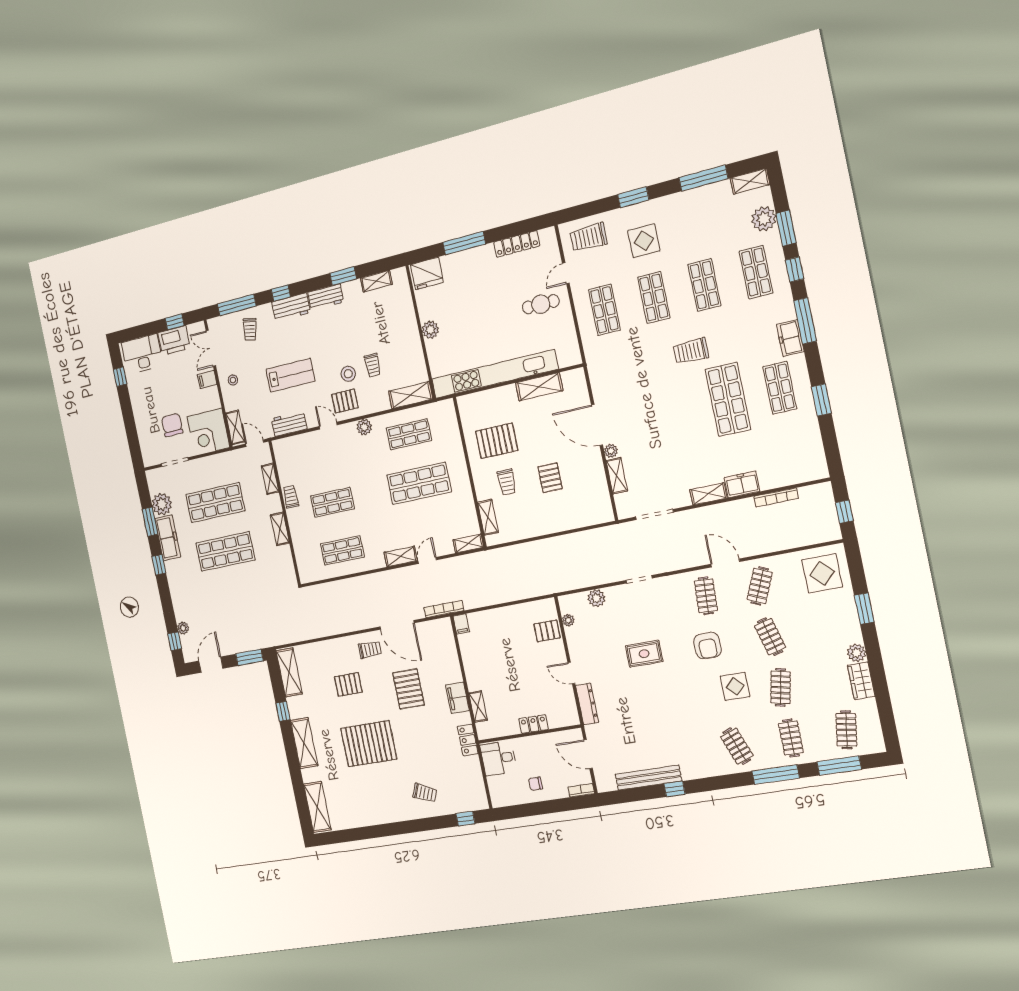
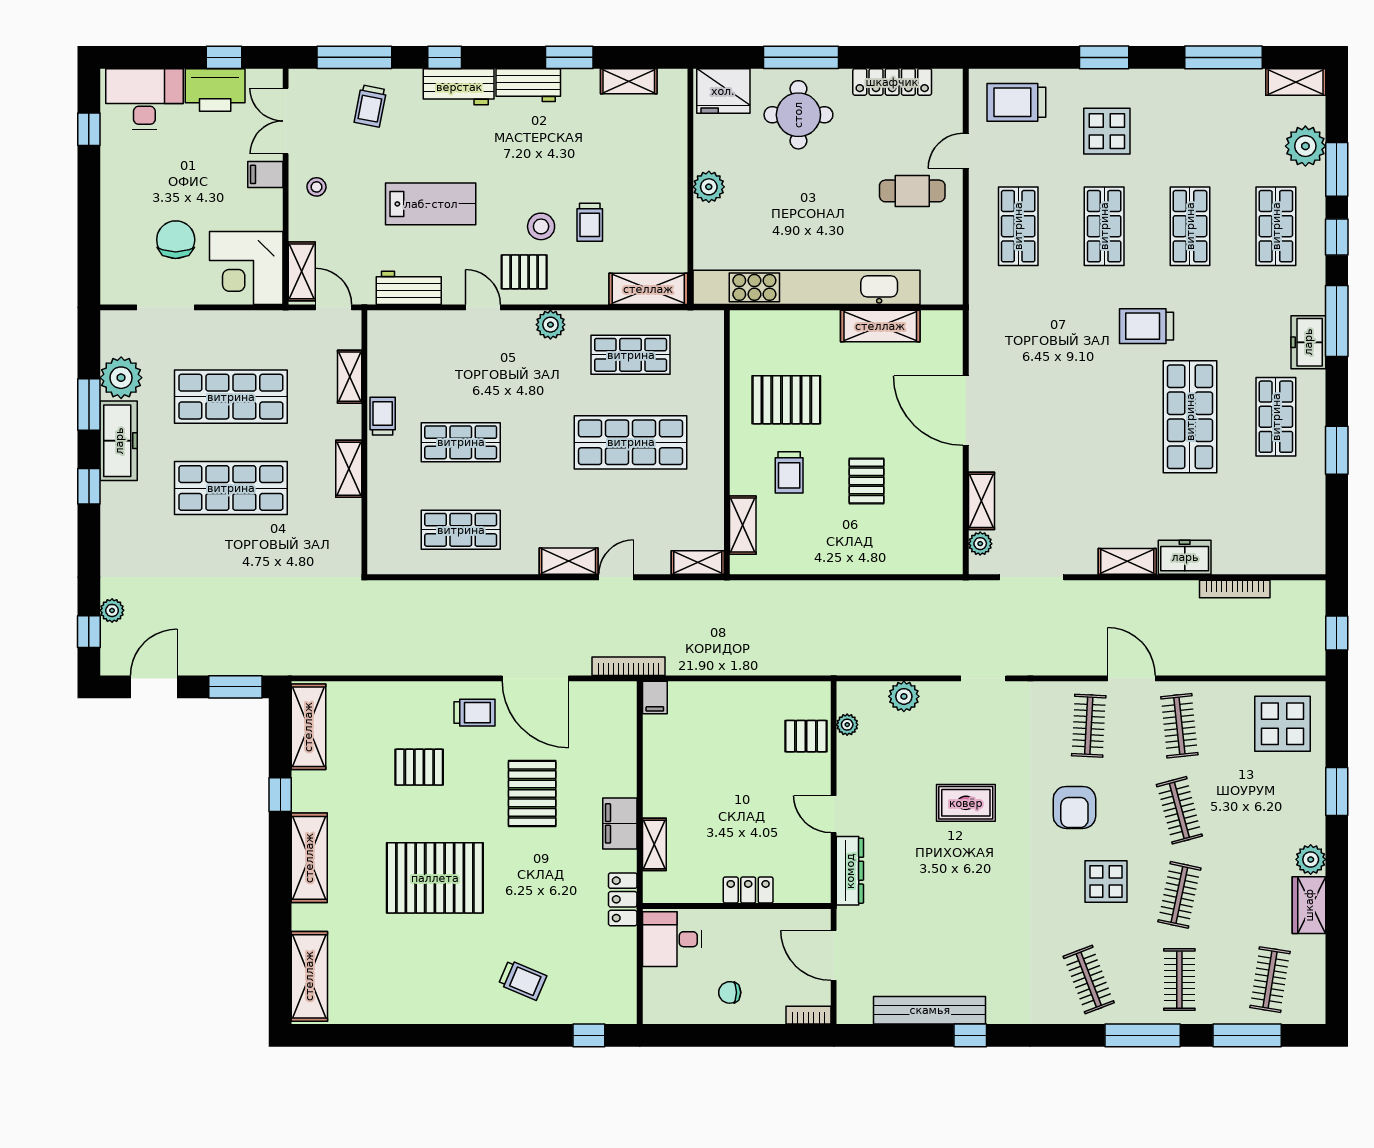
round table: (470, 276) -> (798, 115), added
plant: (611, 451) -> (980, 544), moved
clothes rail: (760, 586) -> (1179, 726), turned -30

